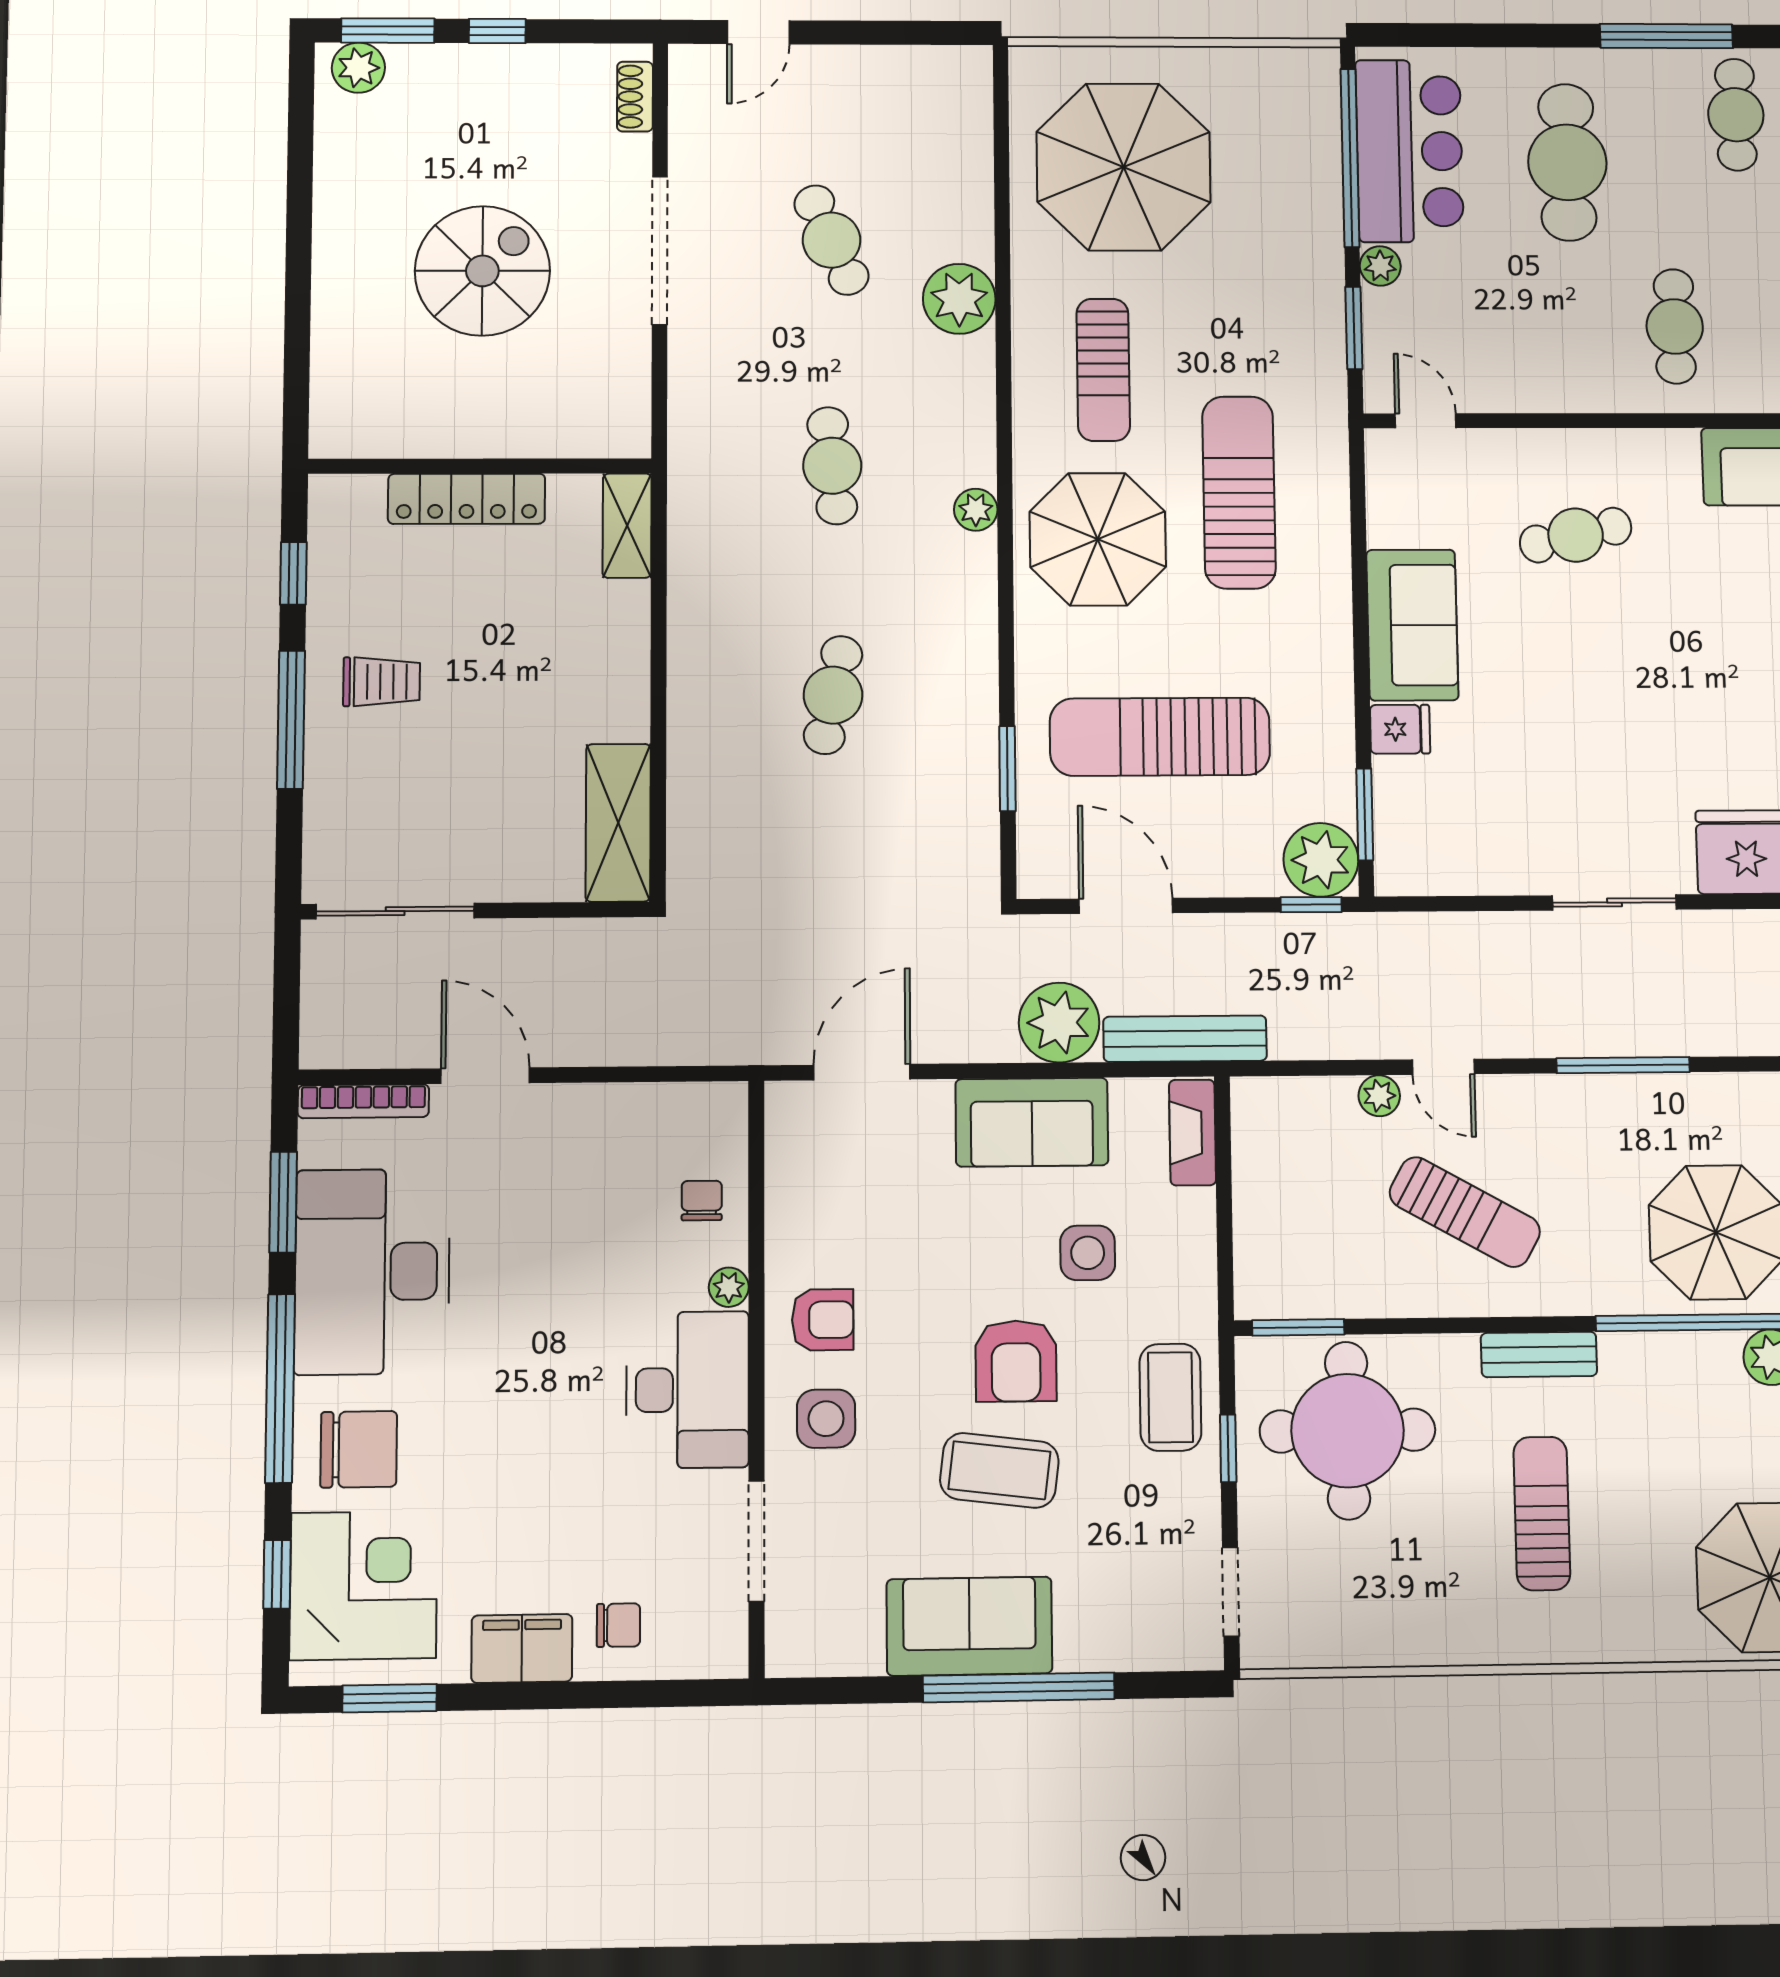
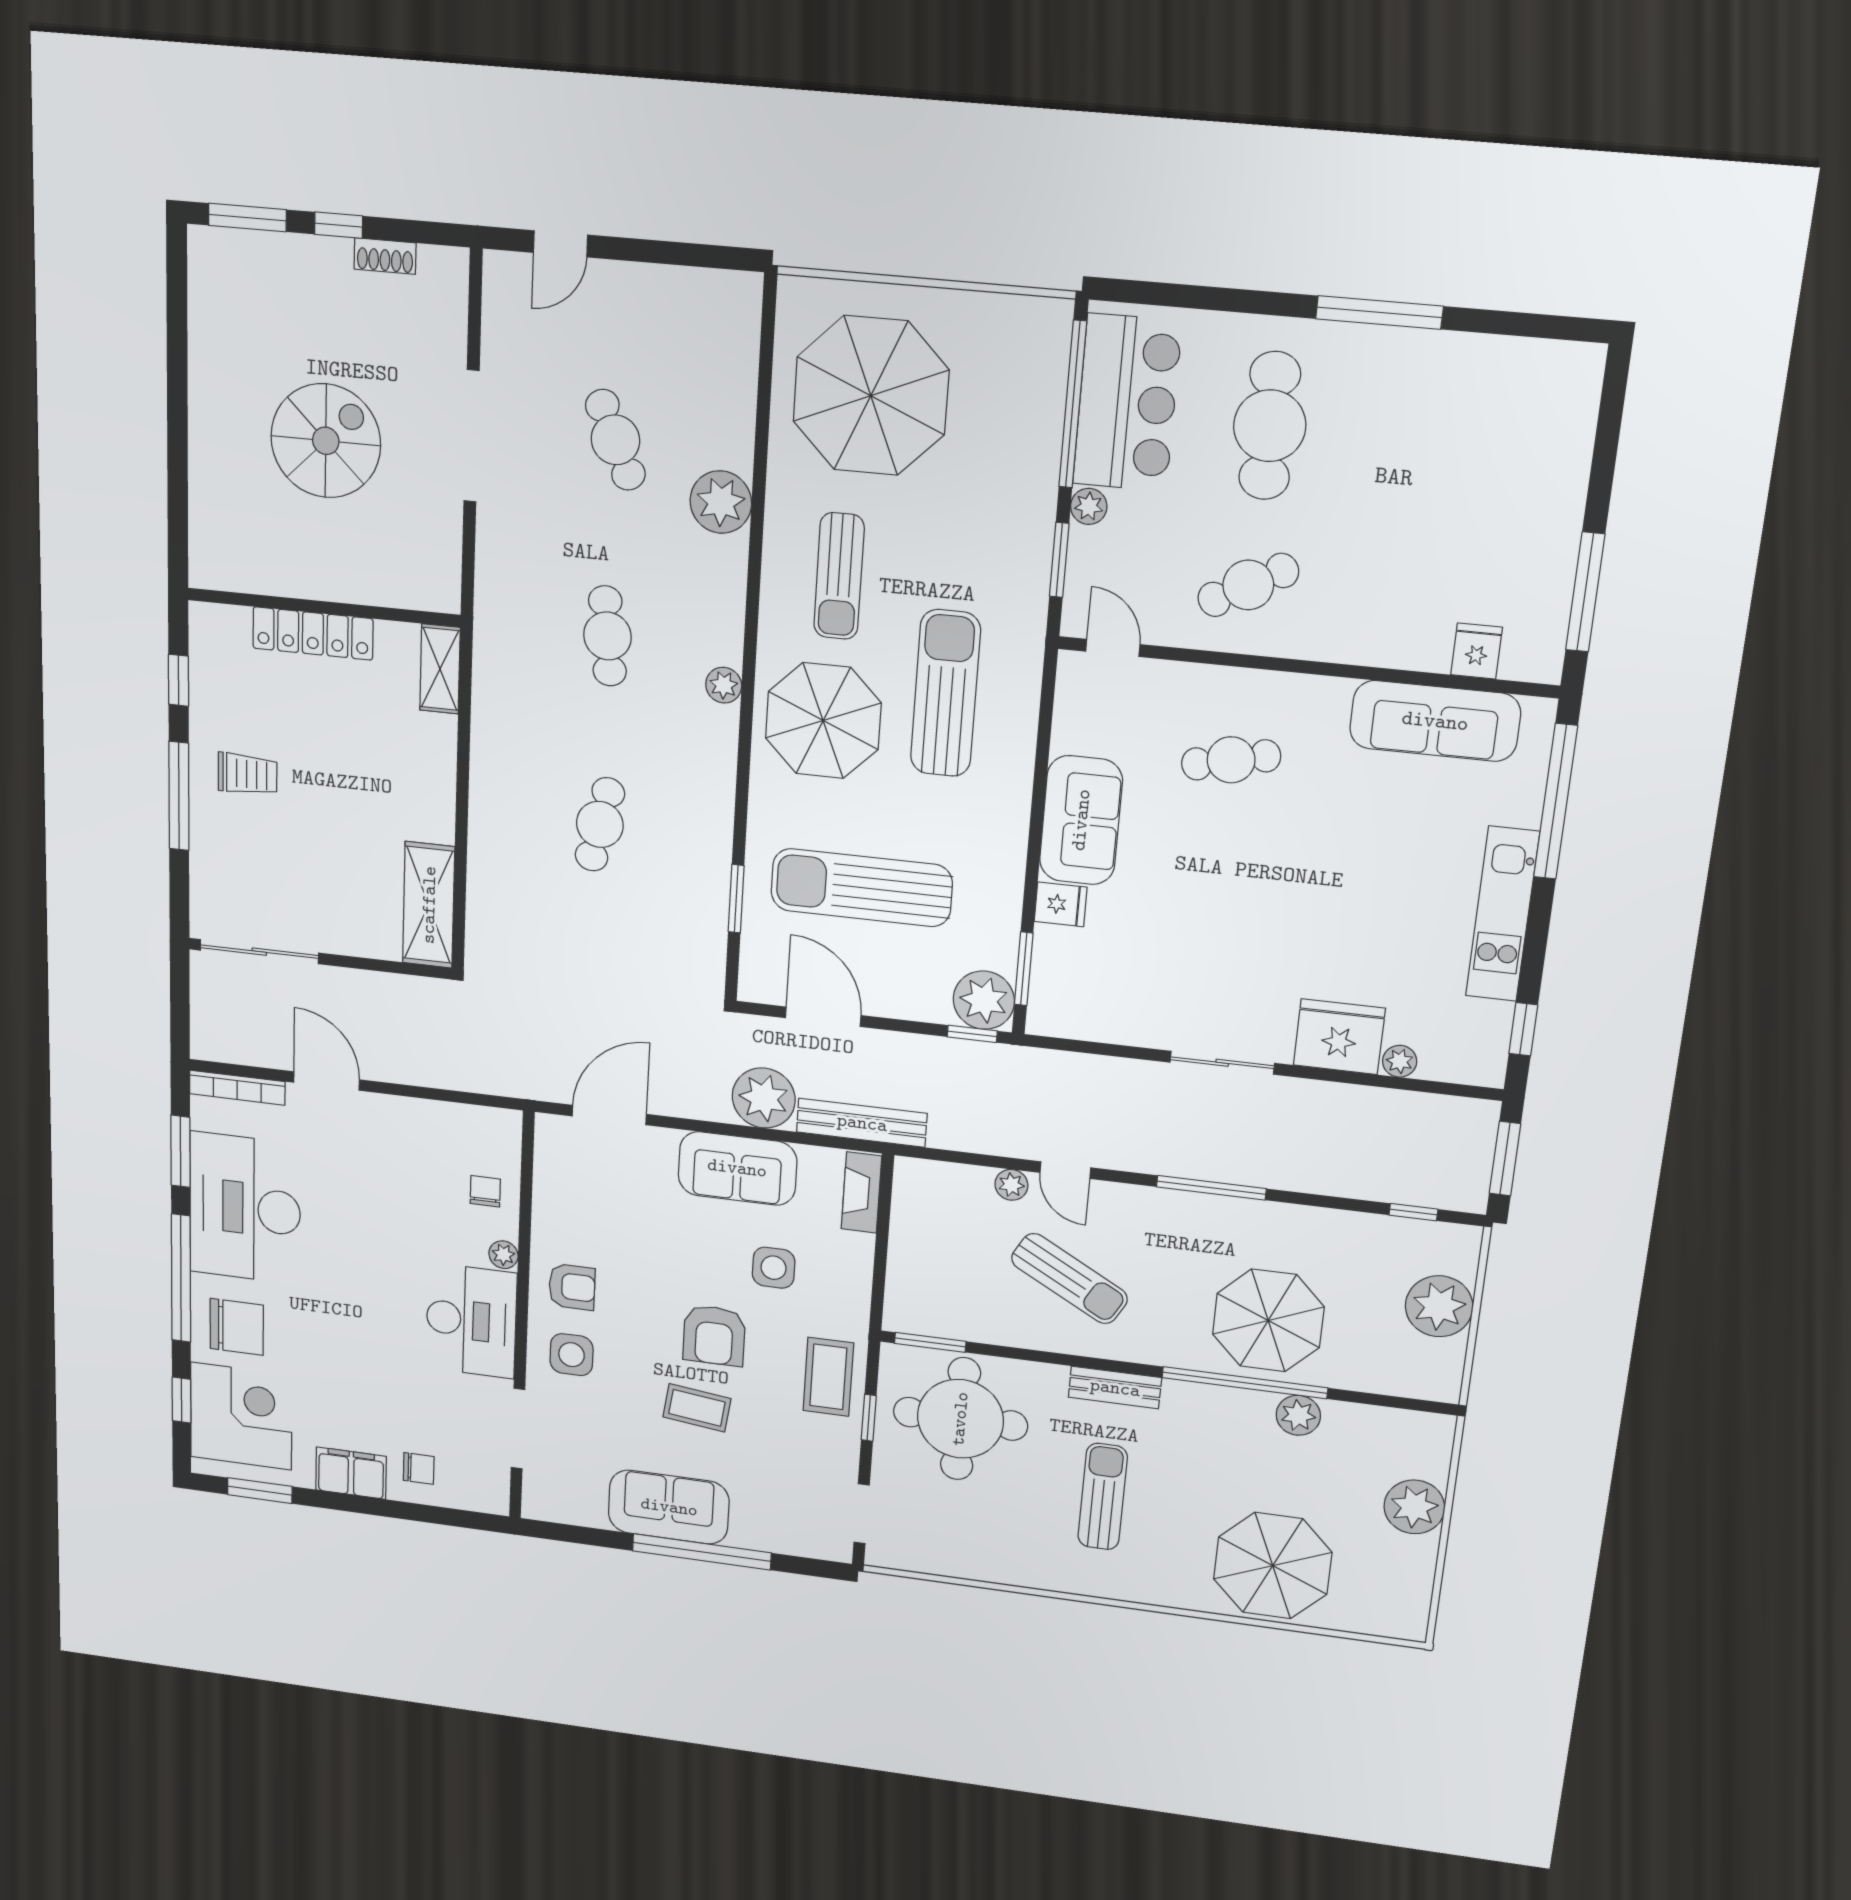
plant: (358, 68) -> (223, 250), removed
shoe rack: (635, 97) -> (385, 256), moved, turned -90
cafe table: (1736, 115) -> (1433, 394), removed
cafe table: (1675, 326) -> (1248, 585), moved, turned 61
coffee table: (999, 1470) -> (697, 1408), width x0.73, depth x0.77

